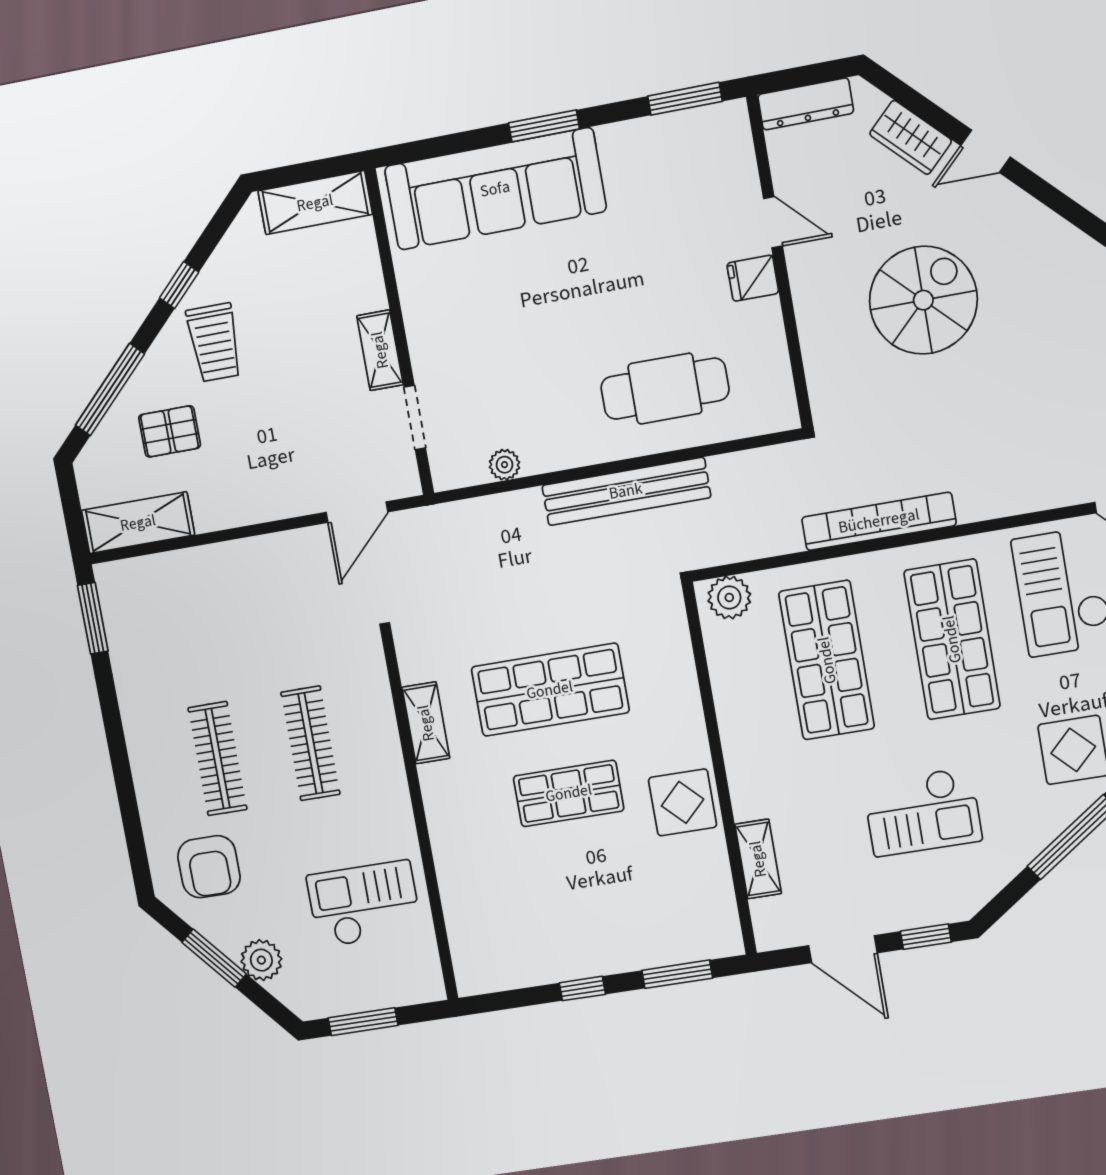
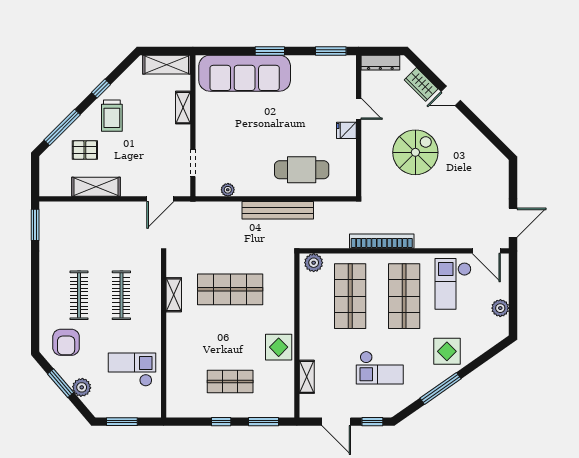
shelving: (380, 350) -> (183, 108), moved
shelving: (138, 523) -> (96, 187), moved
shop shelf: (569, 793) -> (230, 382), moved

